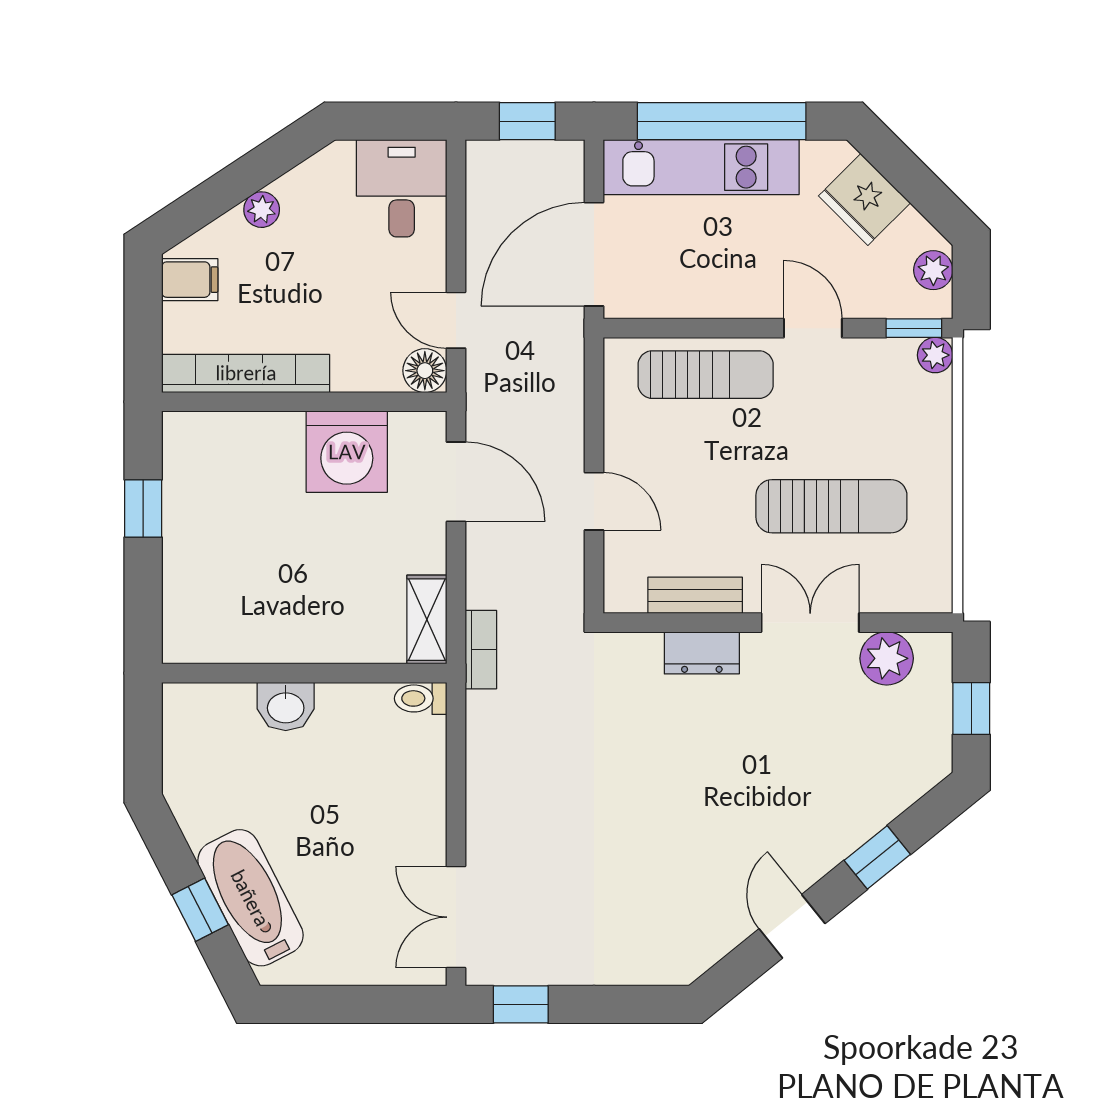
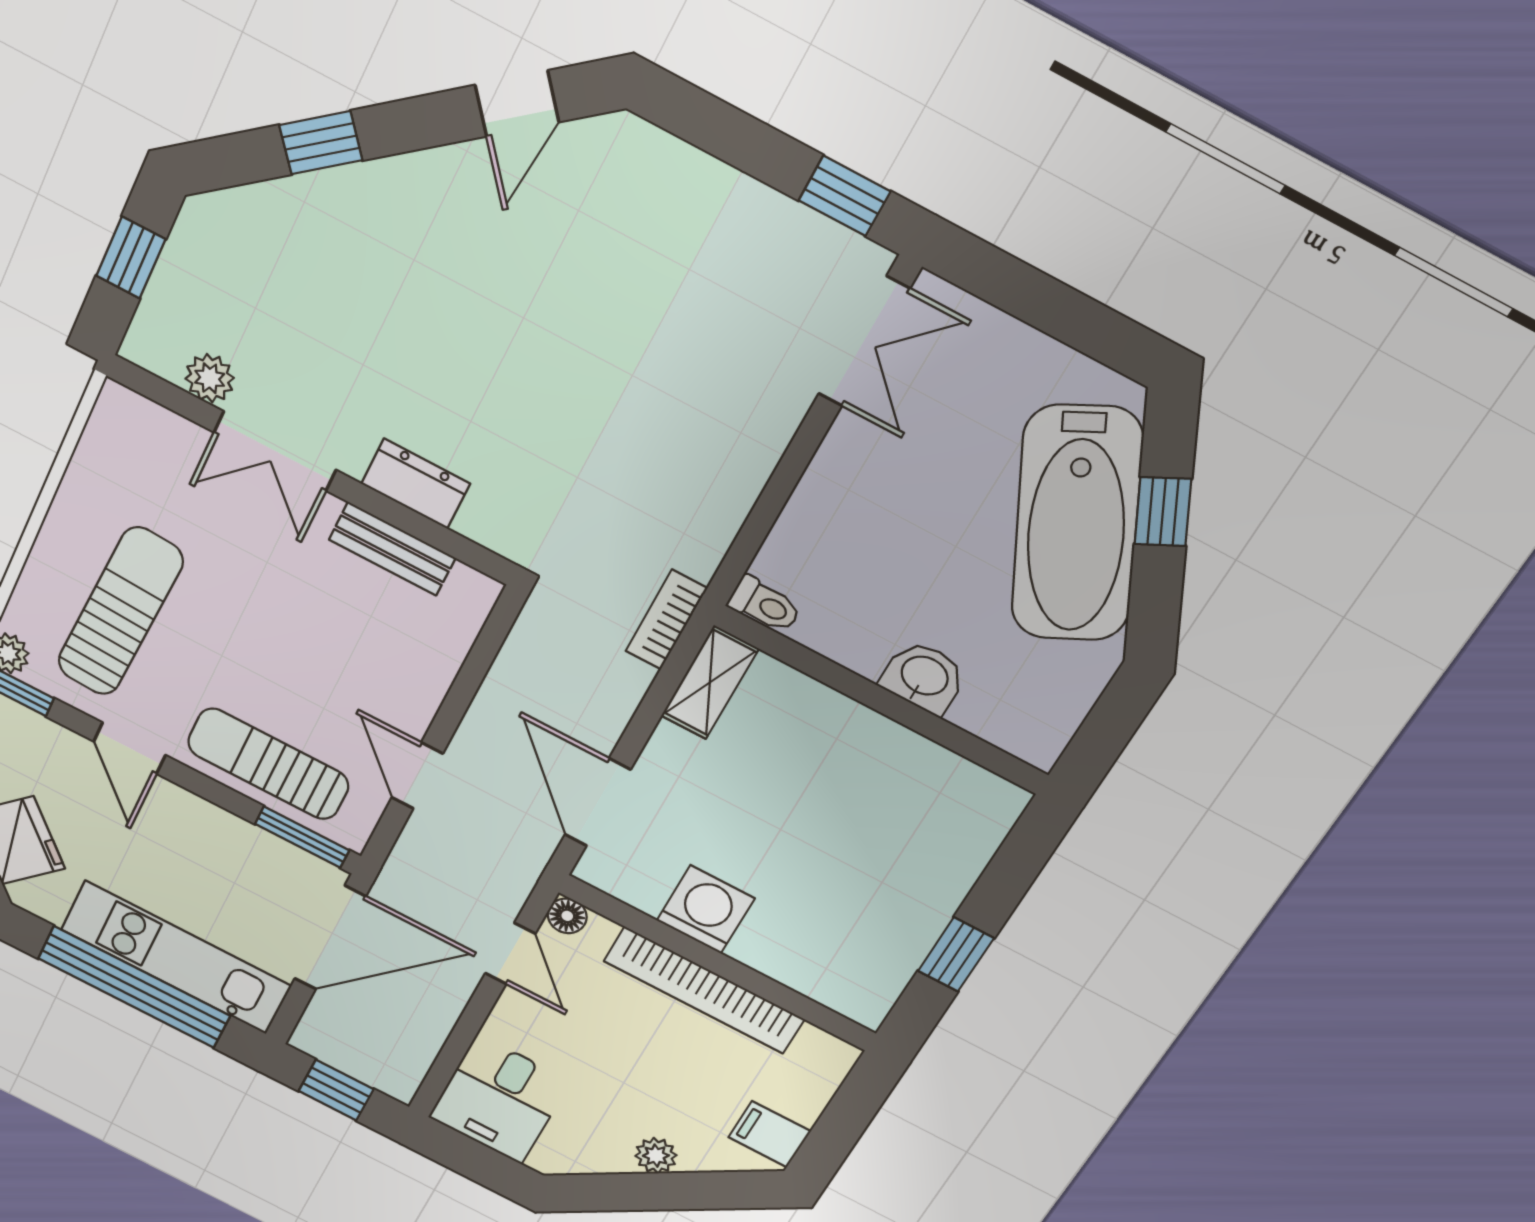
window: (654, 328) -> (302, 837), added
floor lamp: (425, 371) -> (567, 916), width x0.73, depth x0.73
bookcase: (246, 373) -> (704, 990), moved
washing machine: (347, 452) -> (706, 909), width x0.73, depth x0.73
door: (594, 501) -> (417, 776), moved
sun lounger: (831, 506) -> (120, 612), moved, turned 93
plant: (887, 658) -> (210, 378), width x0.73, depth x0.73
bathtub: (250, 898) -> (1077, 524), width x1.36, depth x1.36
door: (792, 926) -> (517, 104), moved

